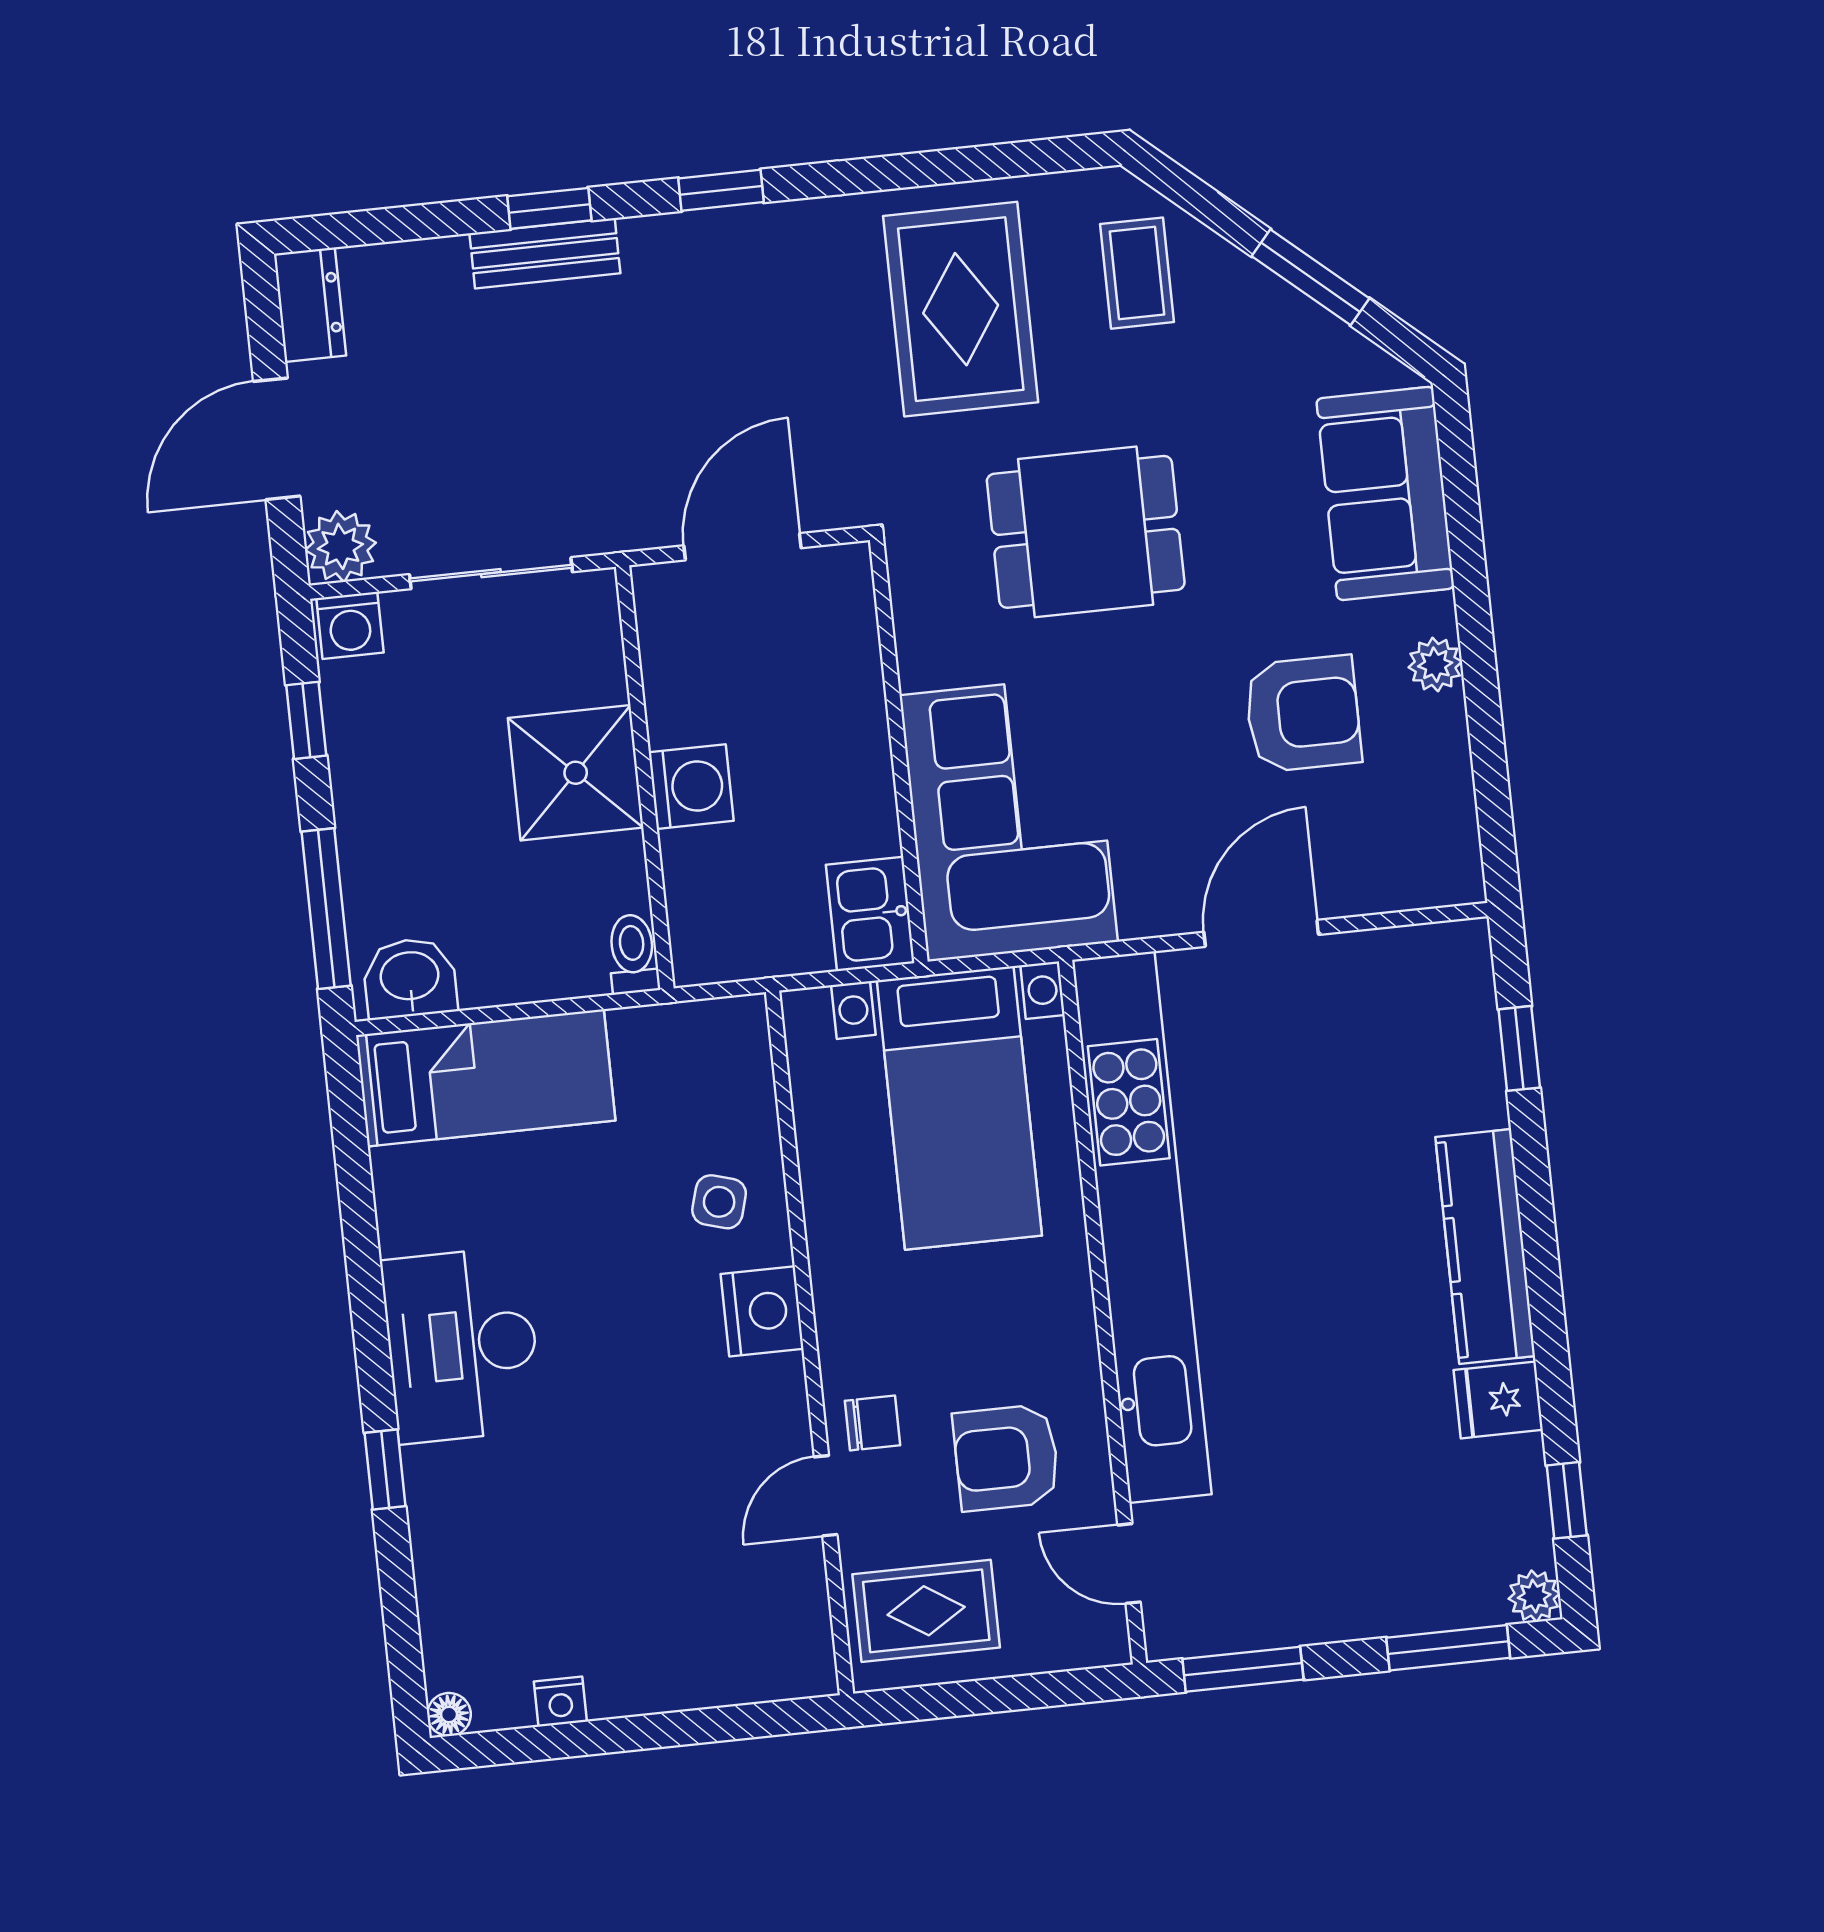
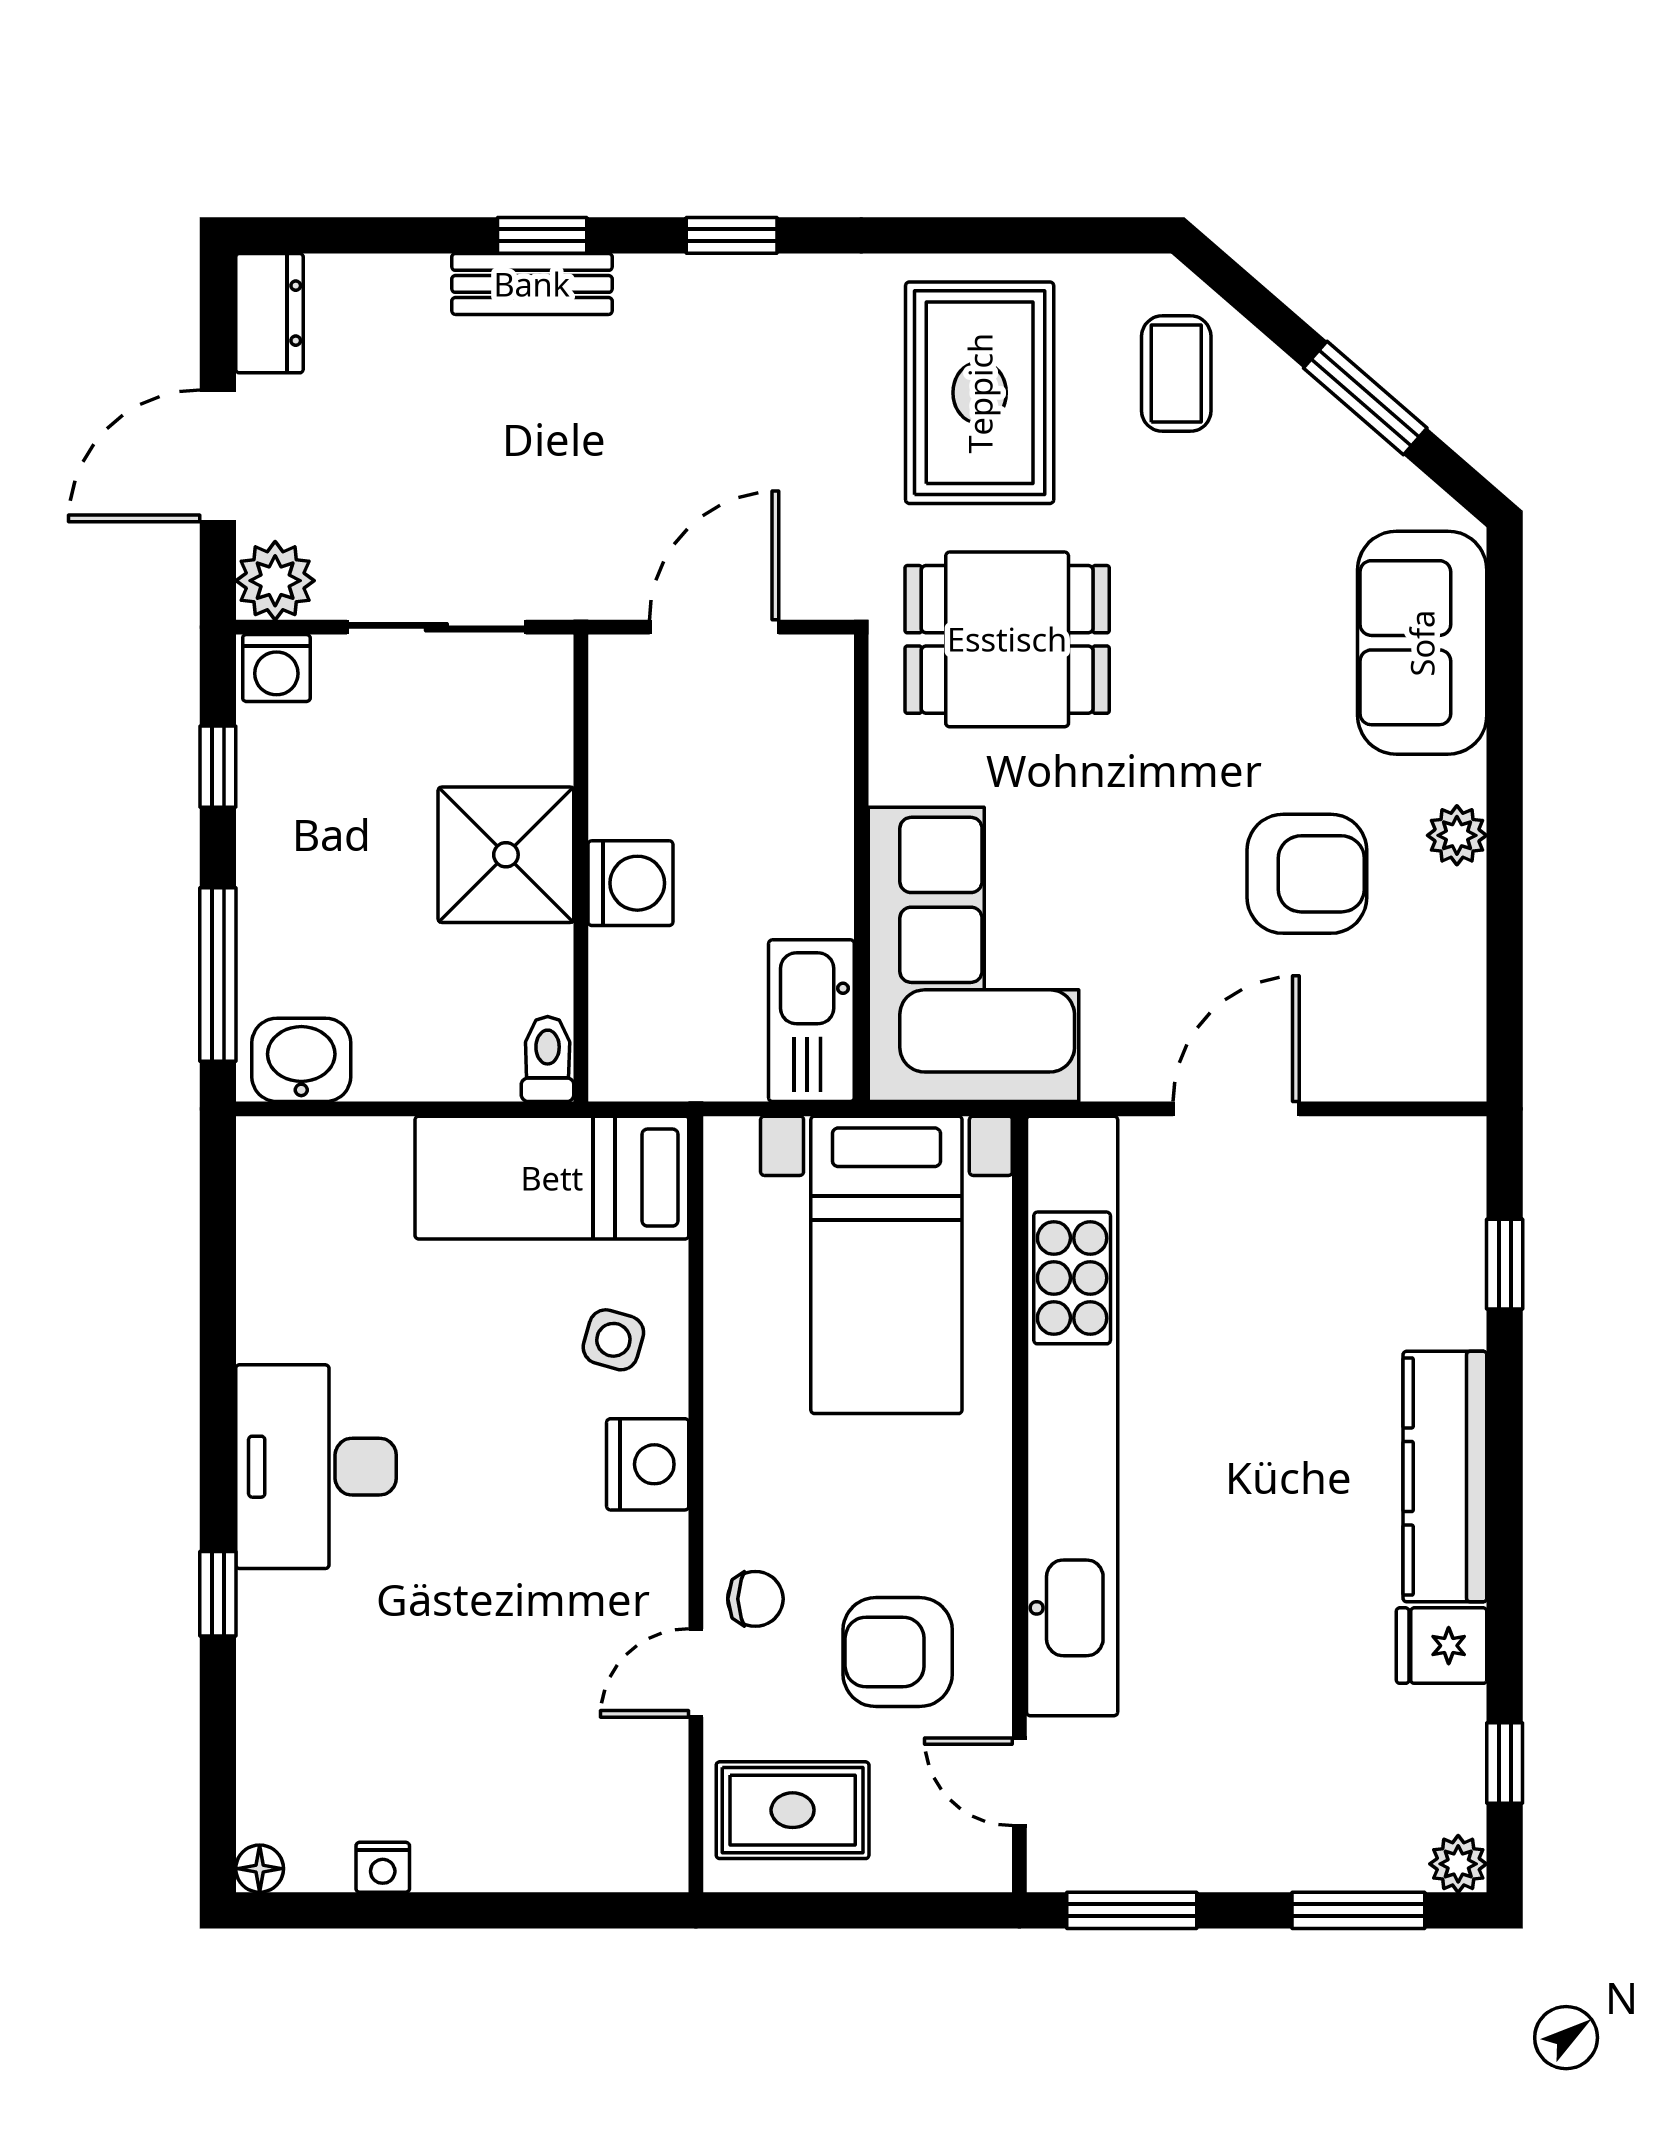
dining table: (1086, 532) -> (1007, 639), moved
kitchen sink: (870, 914) -> (811, 1021), width x1.38
bed: (486, 1078) -> (552, 1178), moved, turned 180

